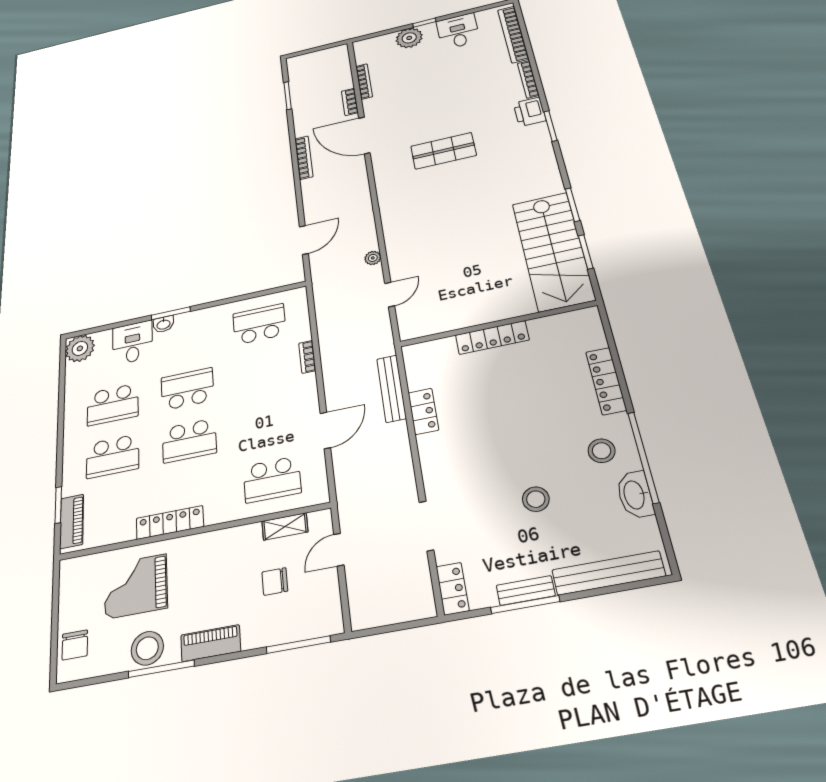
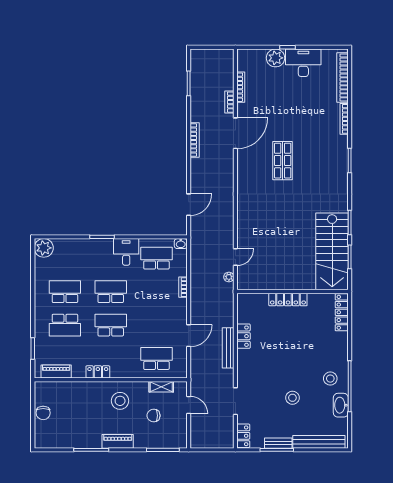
desk: (458, 31) -> (303, 63), width x1.37
printer: (530, 112) -> (340, 146), removed
door: (364, 135) -> (235, 133), swing flipped
shop shelf: (443, 151) -> (283, 161), turned 90
plant: (373, 258) -> (229, 277), moved
washbasin: (163, 324) -> (181, 244), moved
desk: (132, 343) -> (126, 252), moved
locker: (606, 381) -> (342, 312), moved
bench: (391, 389) -> (228, 348), moved
school desk: (113, 405) -> (65, 292), turned 180
school desk: (189, 441) -> (111, 325), turned 180
school desk: (272, 479) -> (156, 359), turned 180
piano: (72, 521) -> (56, 372), moved, turned -90
locker: (170, 522) -> (98, 372), width x0.66
door: (339, 550) -> (189, 405), swing flipped
grand piano: (136, 586) -> (78, 404), removed
chair: (75, 645) -> (43, 413), moved
stool: (147, 648) -> (120, 401), moved

